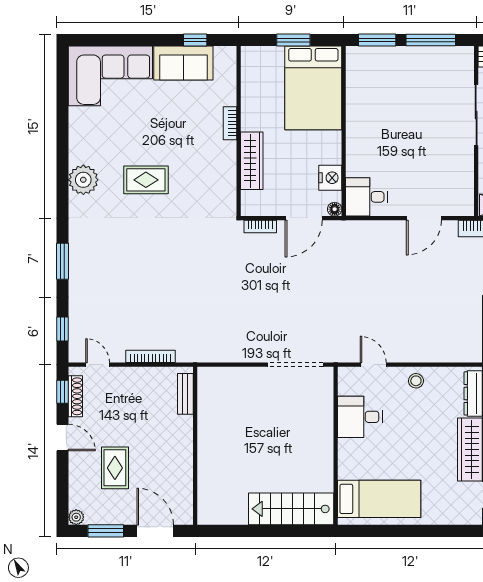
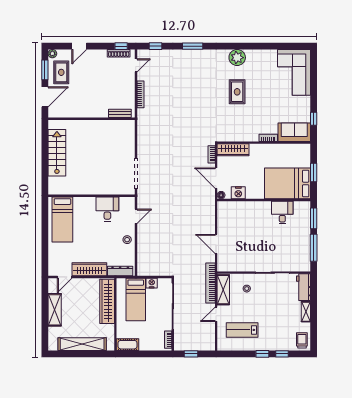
sofa: (183, 63) -> (294, 132), moved, turned 90
wardrobe: (252, 161) -> (233, 150), moved
desk: (366, 197) -> (282, 213), moved
door: (62, 438) -> (79, 46), moved
rug: (115, 468) -> (61, 72), moved, turned 90
stairs: (291, 509) -> (57, 153), moved

